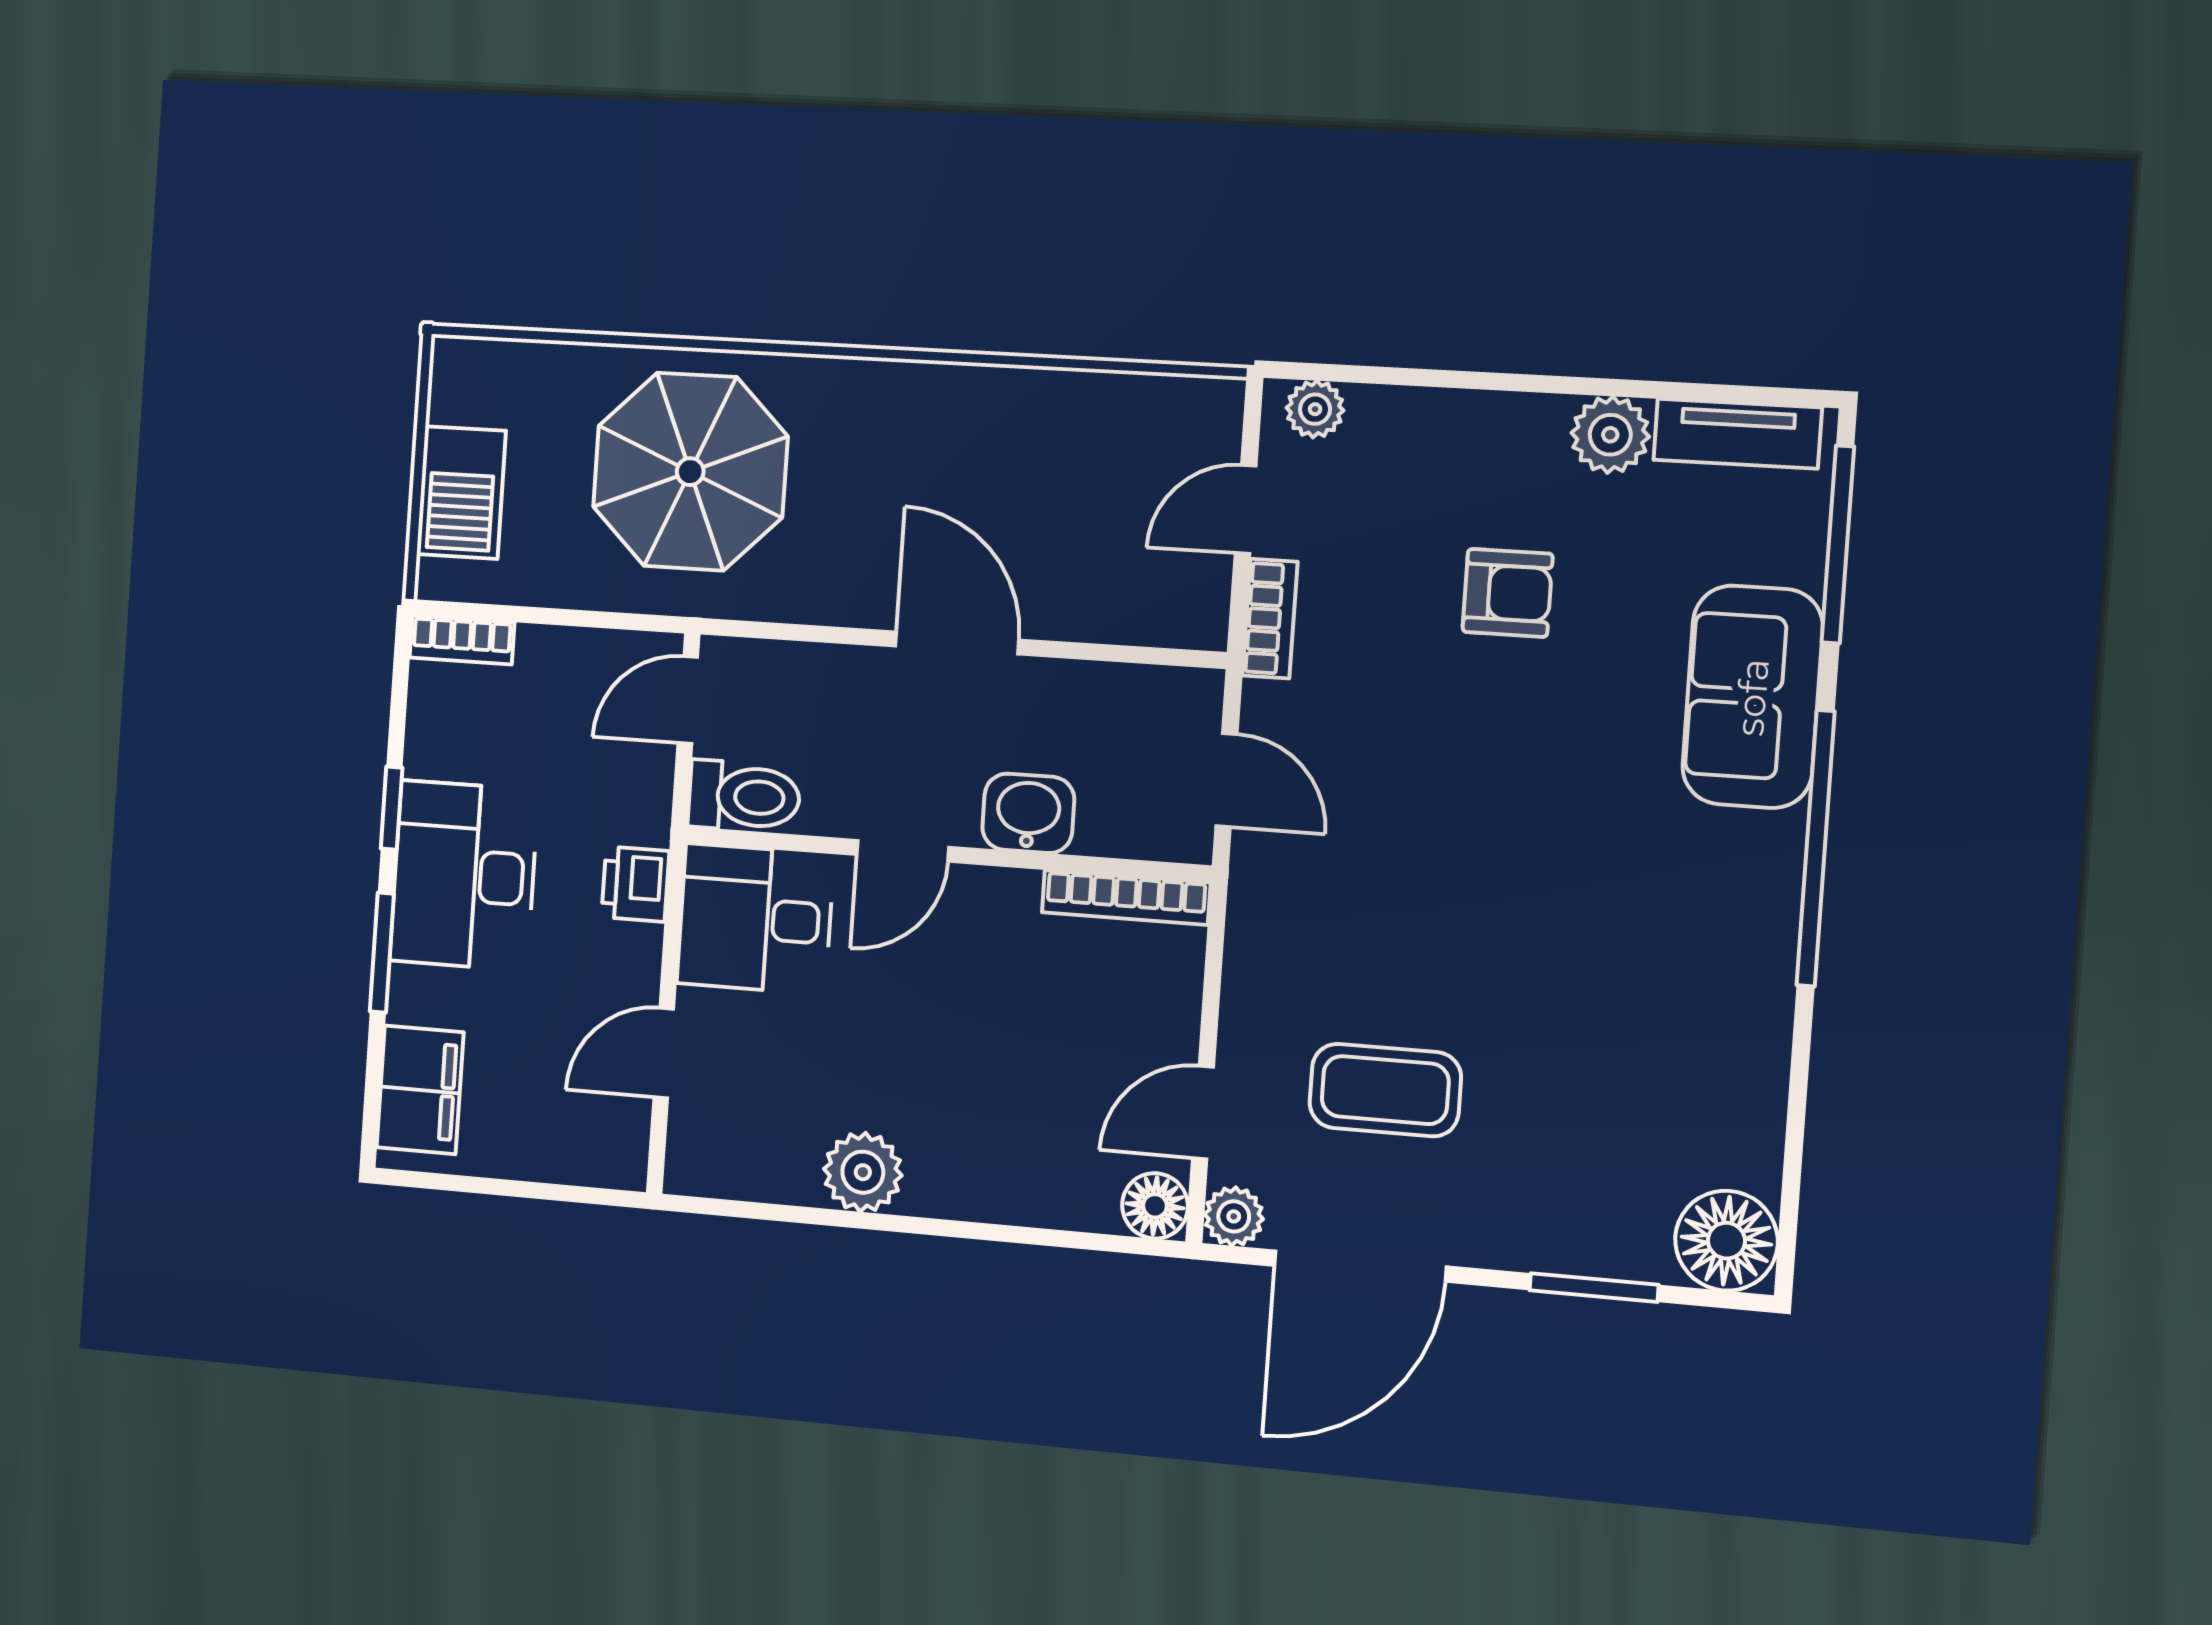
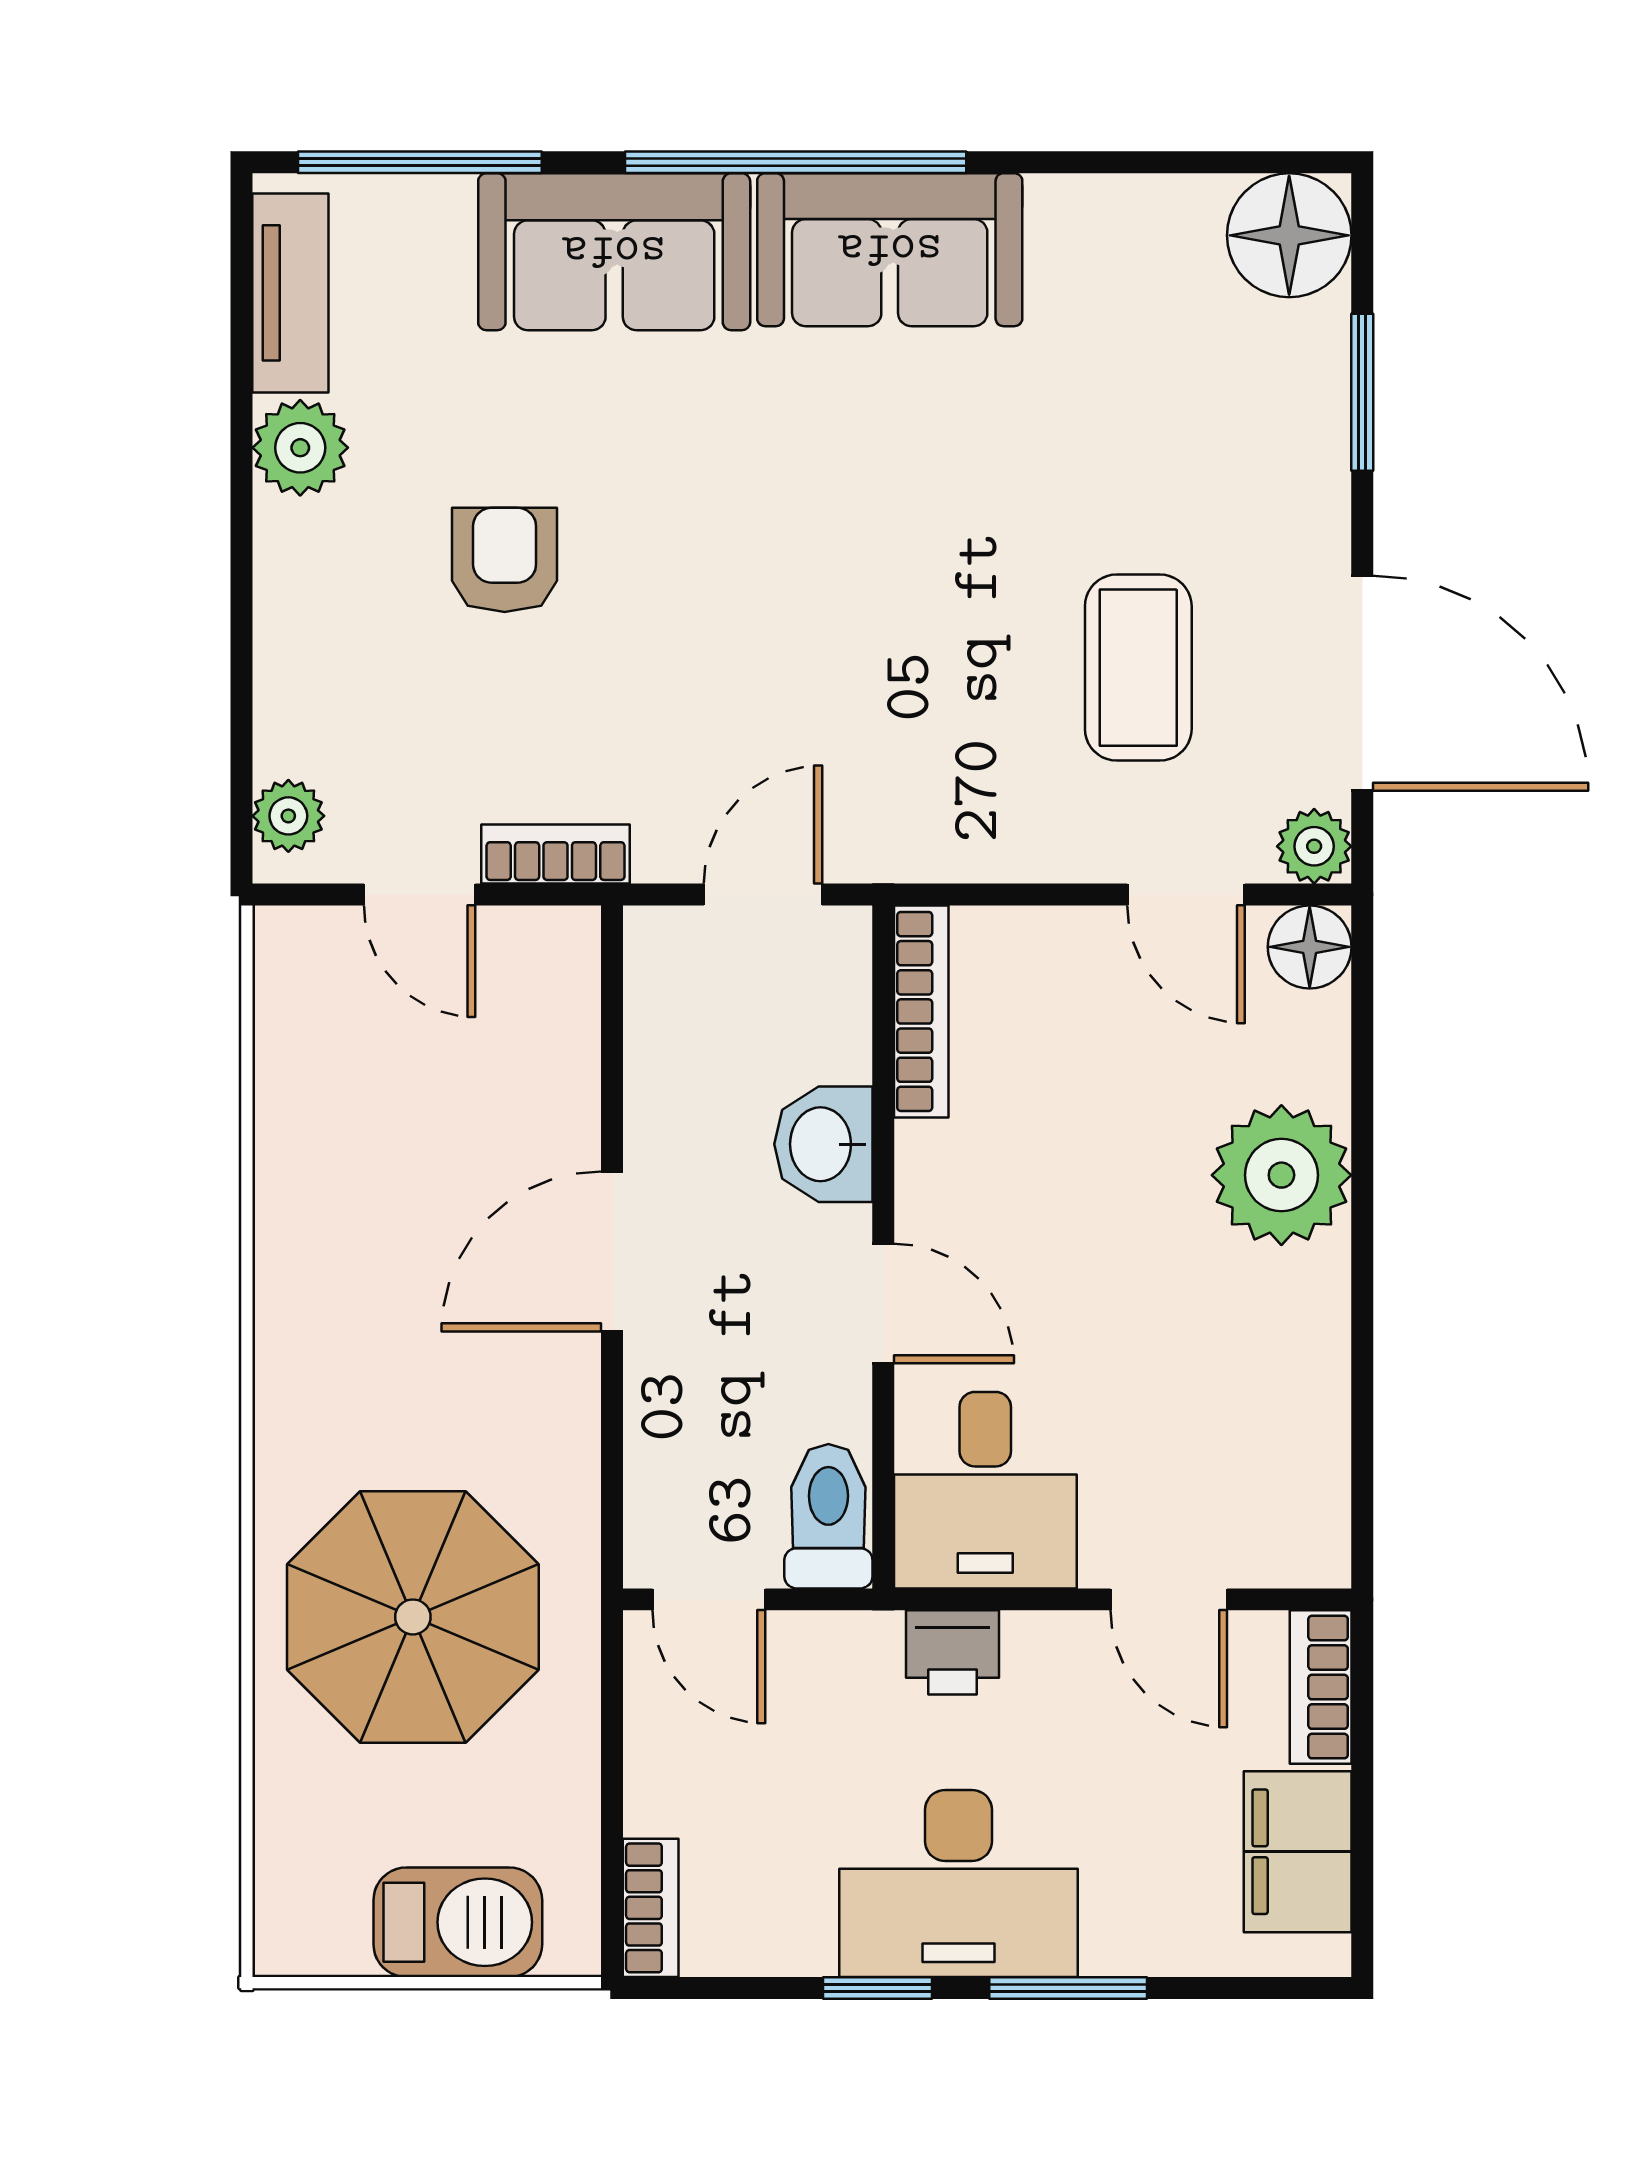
sofa: (1738, 919) -> (890, 250), added
filing cabinet: (420, 1090) -> (1298, 1852), moved, turned -90
bookcase: (590, 1164) -> (1321, 1687), added
plant: (863, 1172) -> (1281, 1175), moved, width x1.36, depth x1.36

